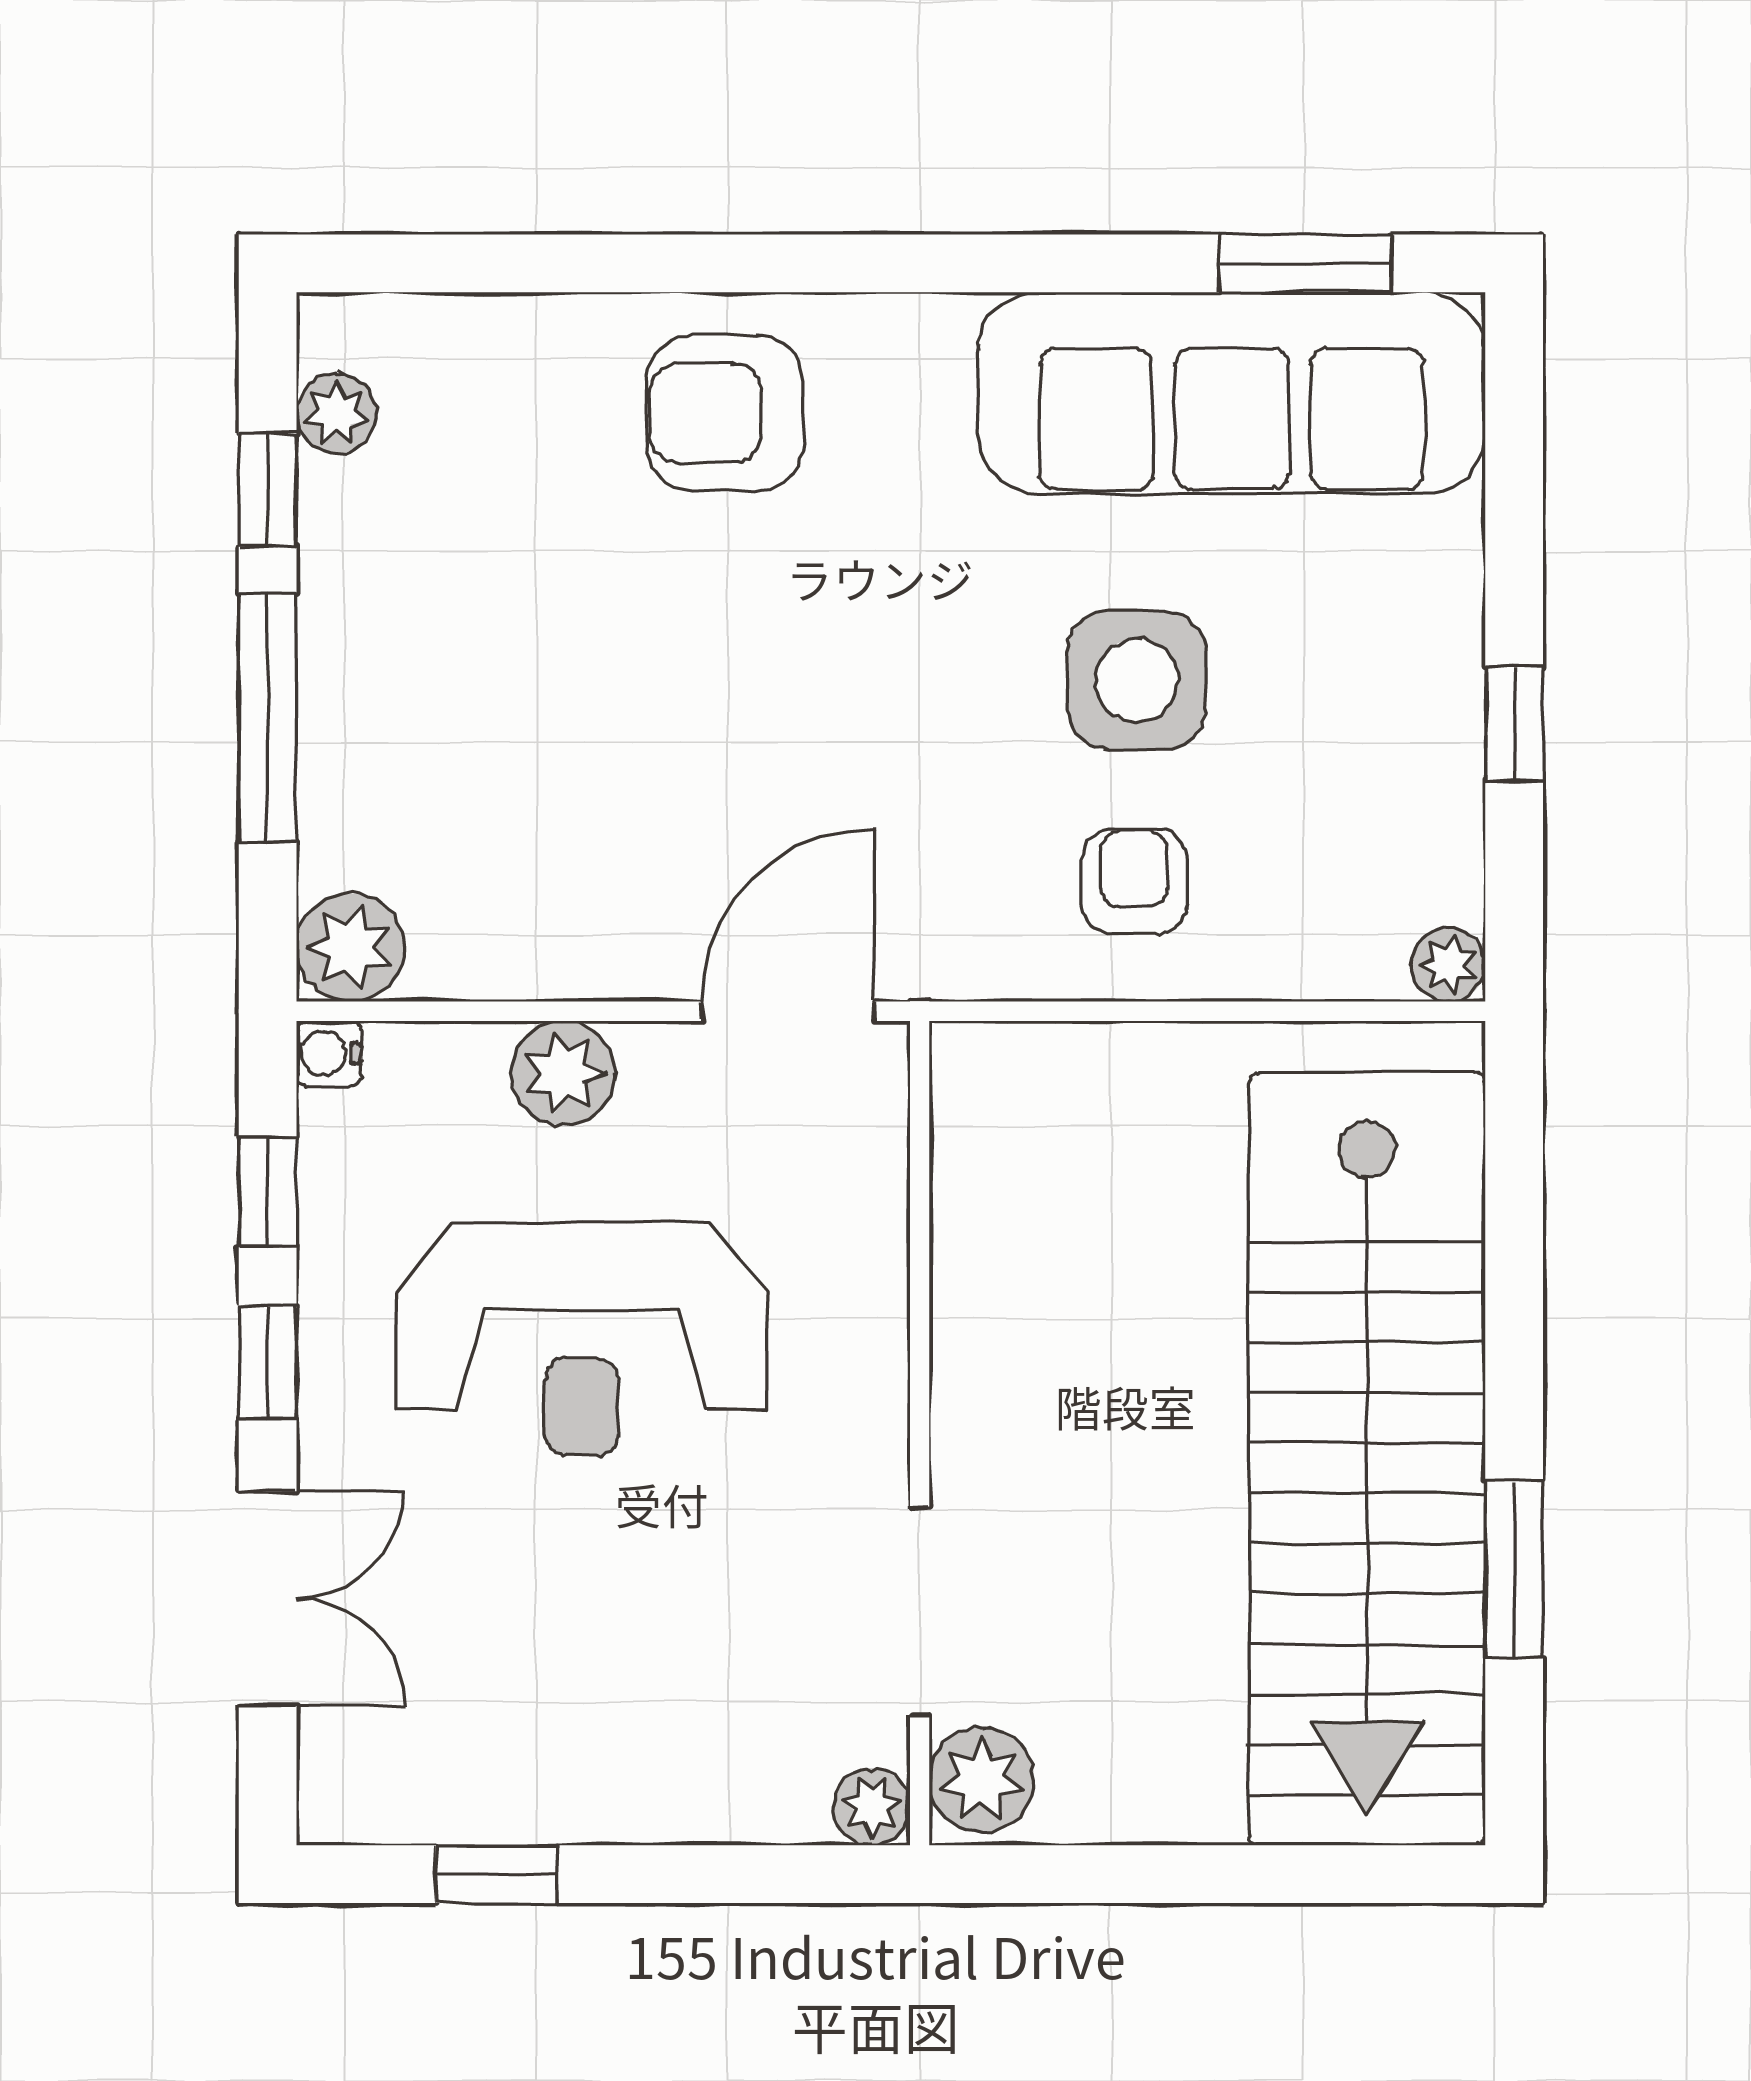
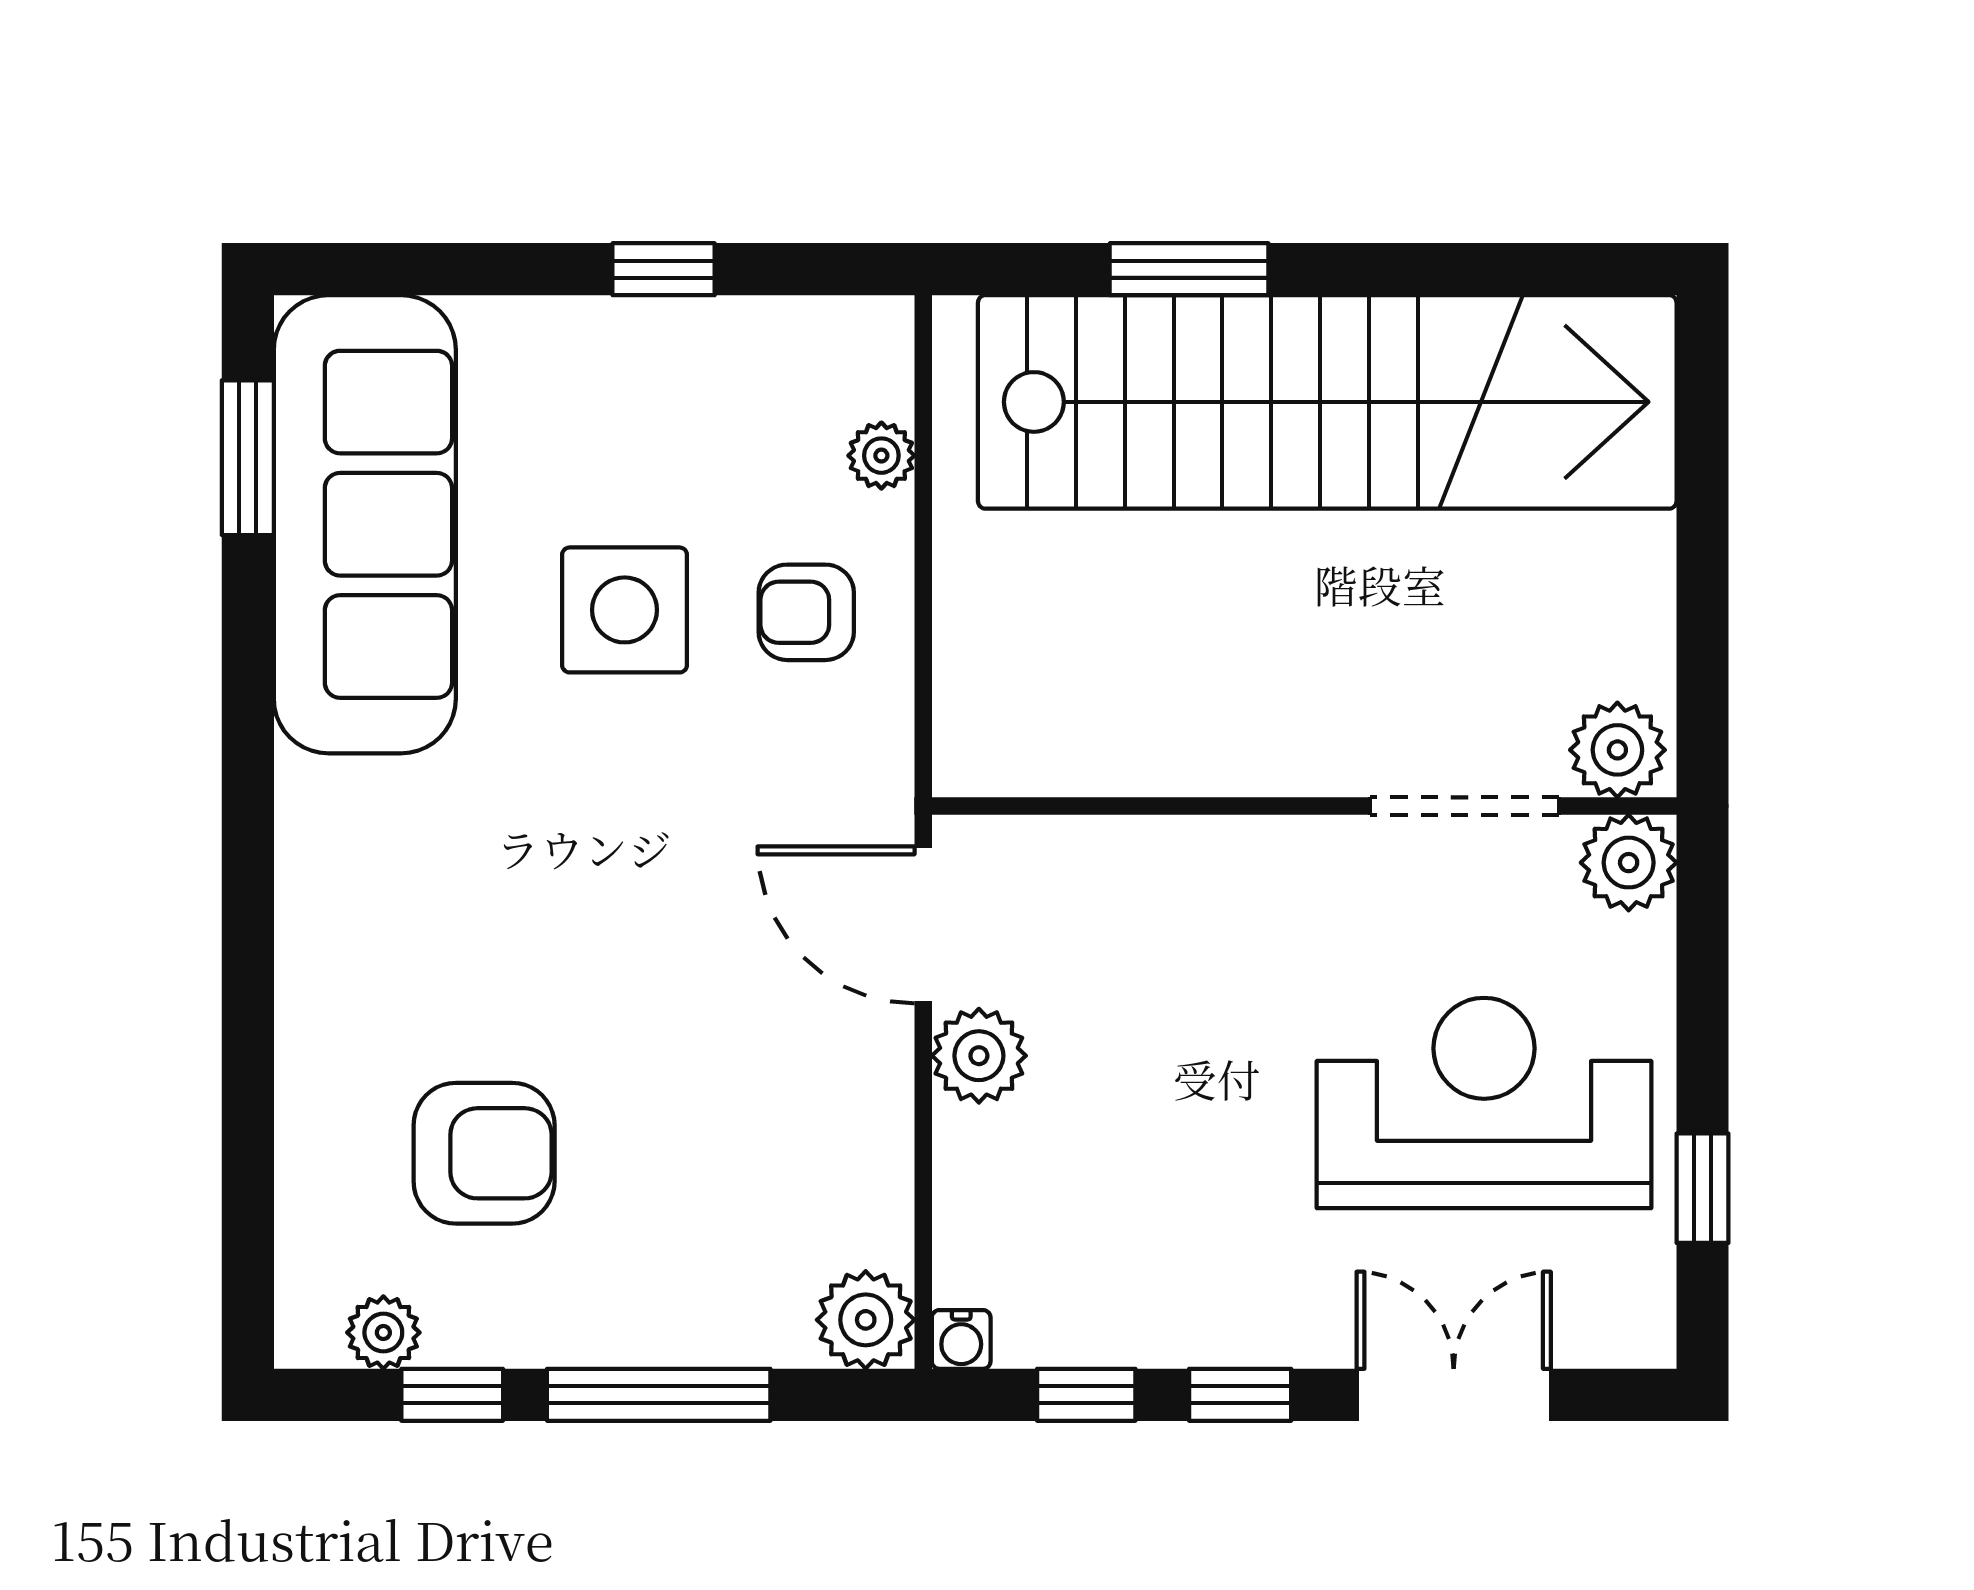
armchair: (725, 413) -> (484, 1153), moved, turned -90
plant: (1449, 965) -> (881, 456), moved
plant: (563, 1073) -> (979, 1056), moved
reception desk: (582, 1339) -> (1484, 1103), moved, turned -90
window: (1514, 1569) -> (1189, 269), moved
plant: (871, 1807) -> (1629, 863), width x1.38, depth x1.38

